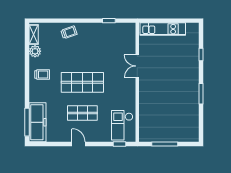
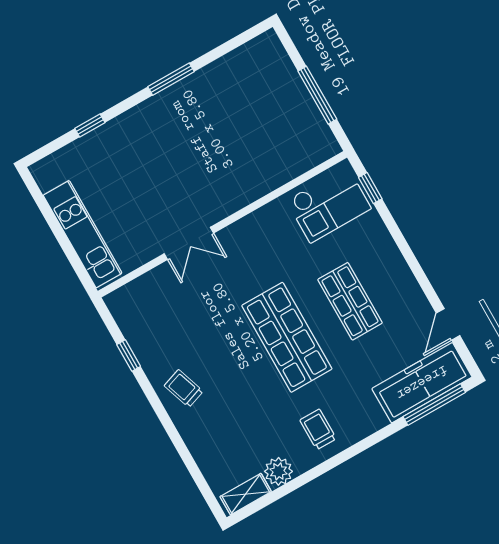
trolley: (69, 32) -> (184, 388), moved
door: (79, 144) -> (448, 324), moved

